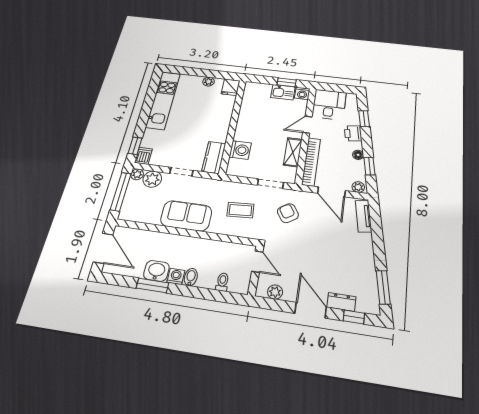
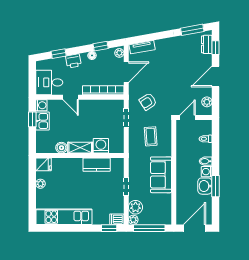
boiler: (247, 108) -> (61, 148), added
shelving: (293, 152) -> (80, 148), moved
kitchen counter: (214, 157) -> (97, 165), moved
dresser: (341, 302) -> (207, 44), moved

